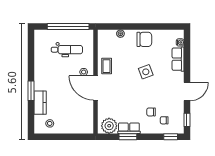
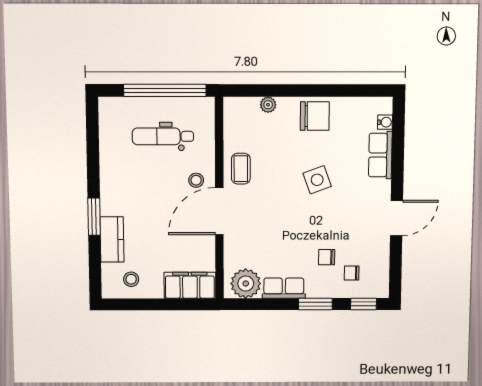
dental chair: (67, 50) -> (163, 136), turned 180
door: (96, 88) -> (219, 211), hinge flipped
window: (187, 120) -> (395, 272), removed
filing cabinet: (80, 127) -> (190, 285), added
window: (128, 137) -> (315, 304), moved

